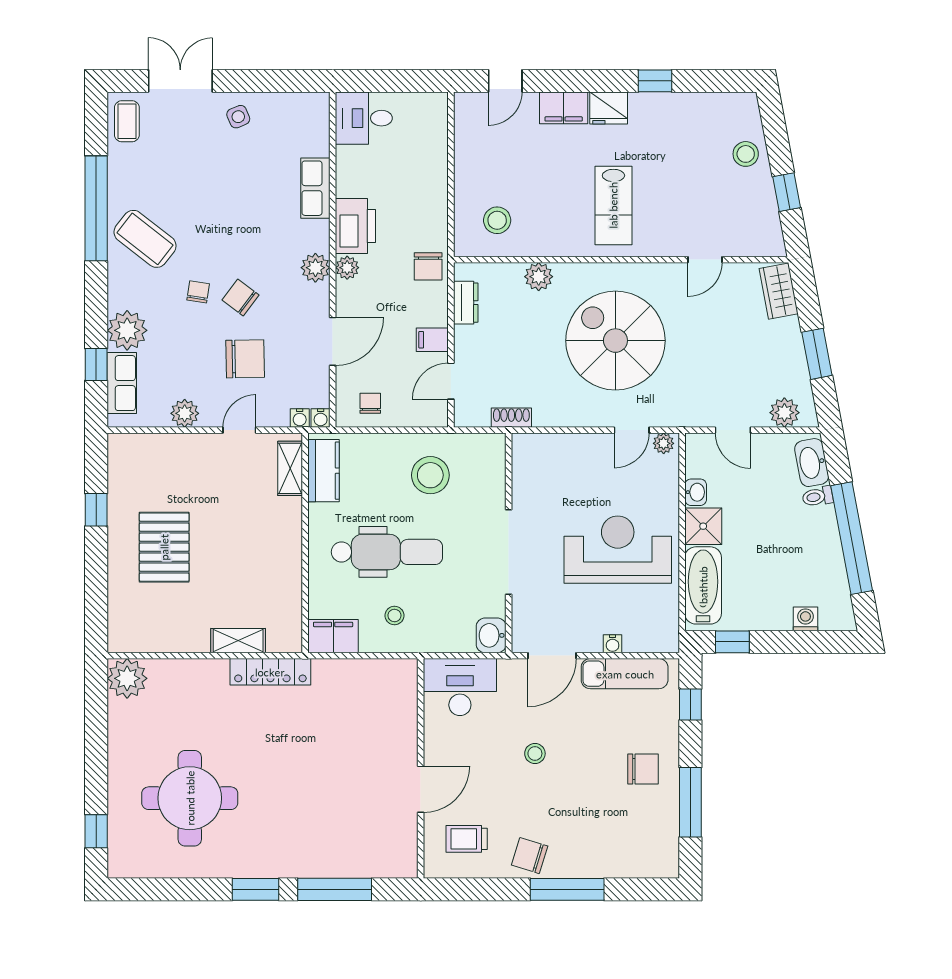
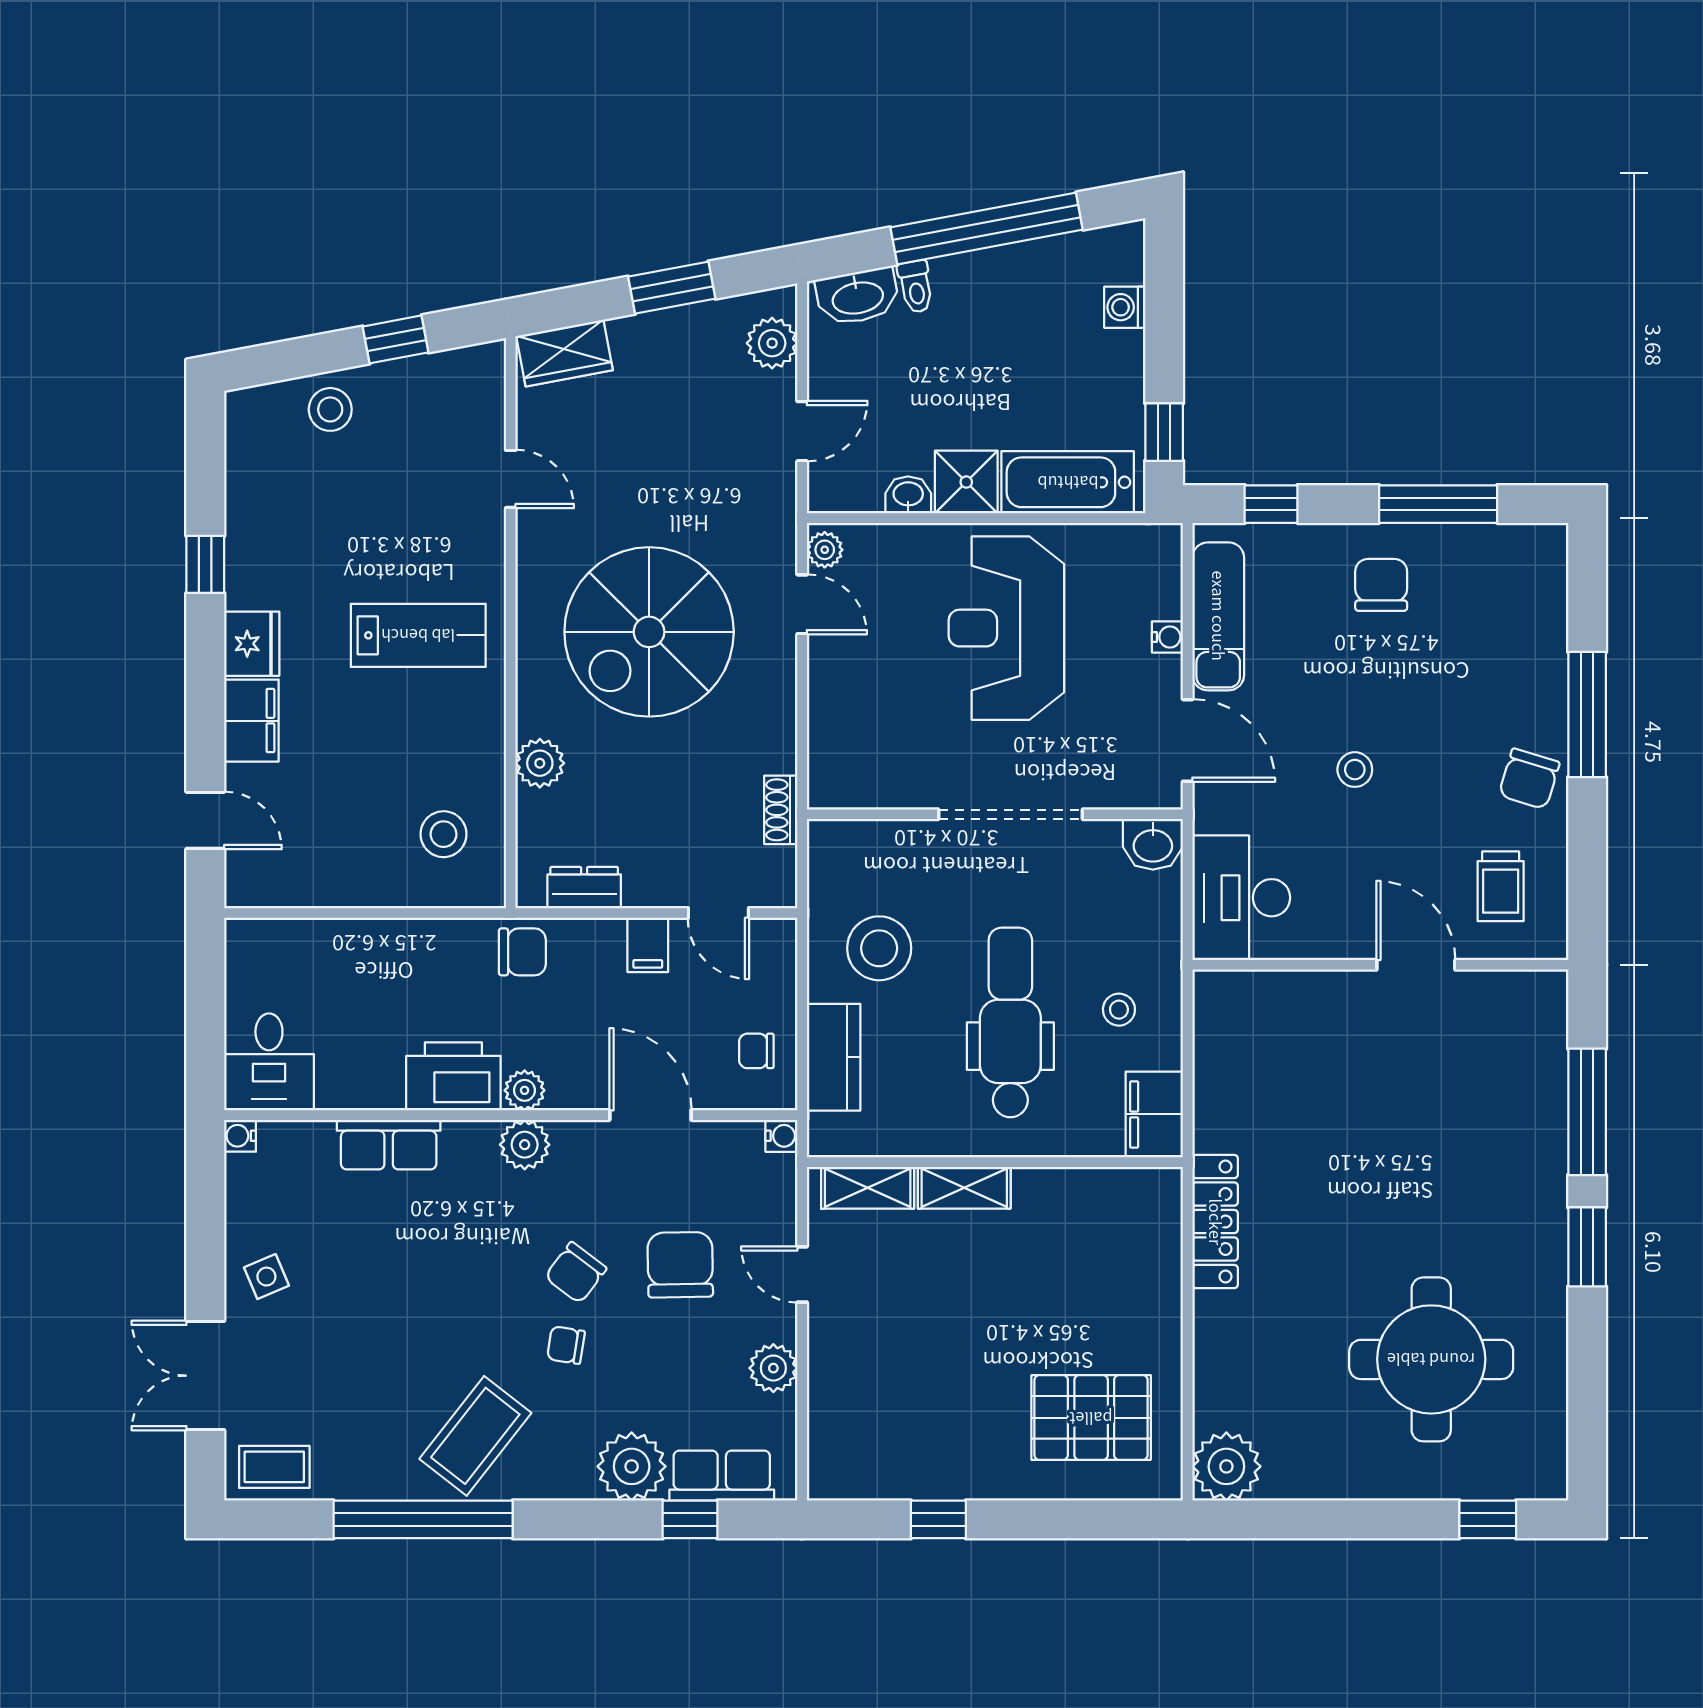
water cooler: (300, 418) -> (240, 1136), moved, turned 180
kitchen counter: (324, 471) -> (834, 1057), moved, turned 90
pallet: (164, 547) -> (1091, 1418), moved
shelving: (238, 641) -> (964, 1188), moved, turned 90

